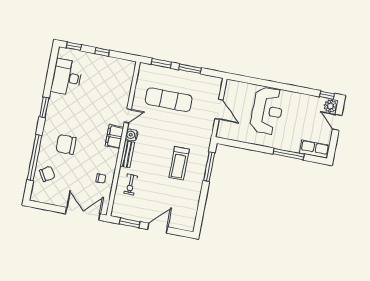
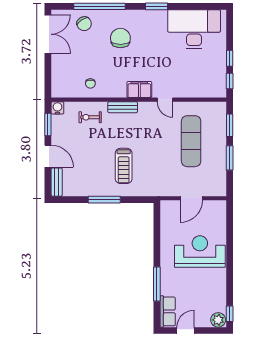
window: (74, 46) -> (230, 81), moved
desk: (67, 77) -> (194, 29), width x1.36, depth x1.30
reception desk: (267, 111) -> (200, 252), turned 180
door: (337, 122) -> (185, 331), moved
water cooler: (132, 135) -> (57, 108), moved
treadmill: (179, 163) -> (124, 166), turned -90
window: (209, 167) -> (104, 200), moved
double door: (83, 214) -> (48, 34), moved
bench: (182, 225) -> (57, 182), added

